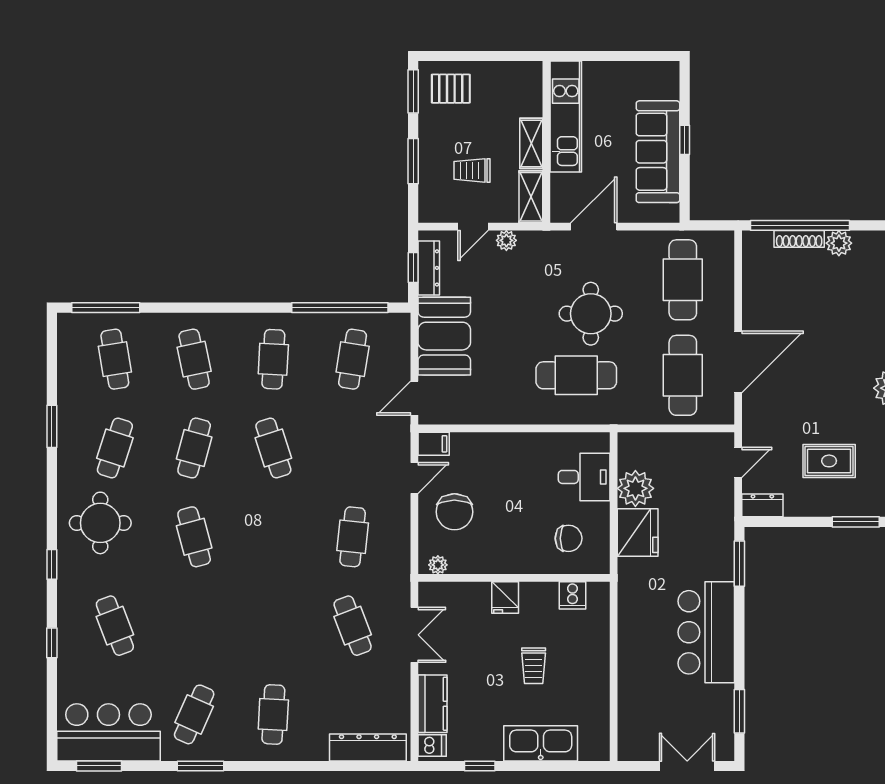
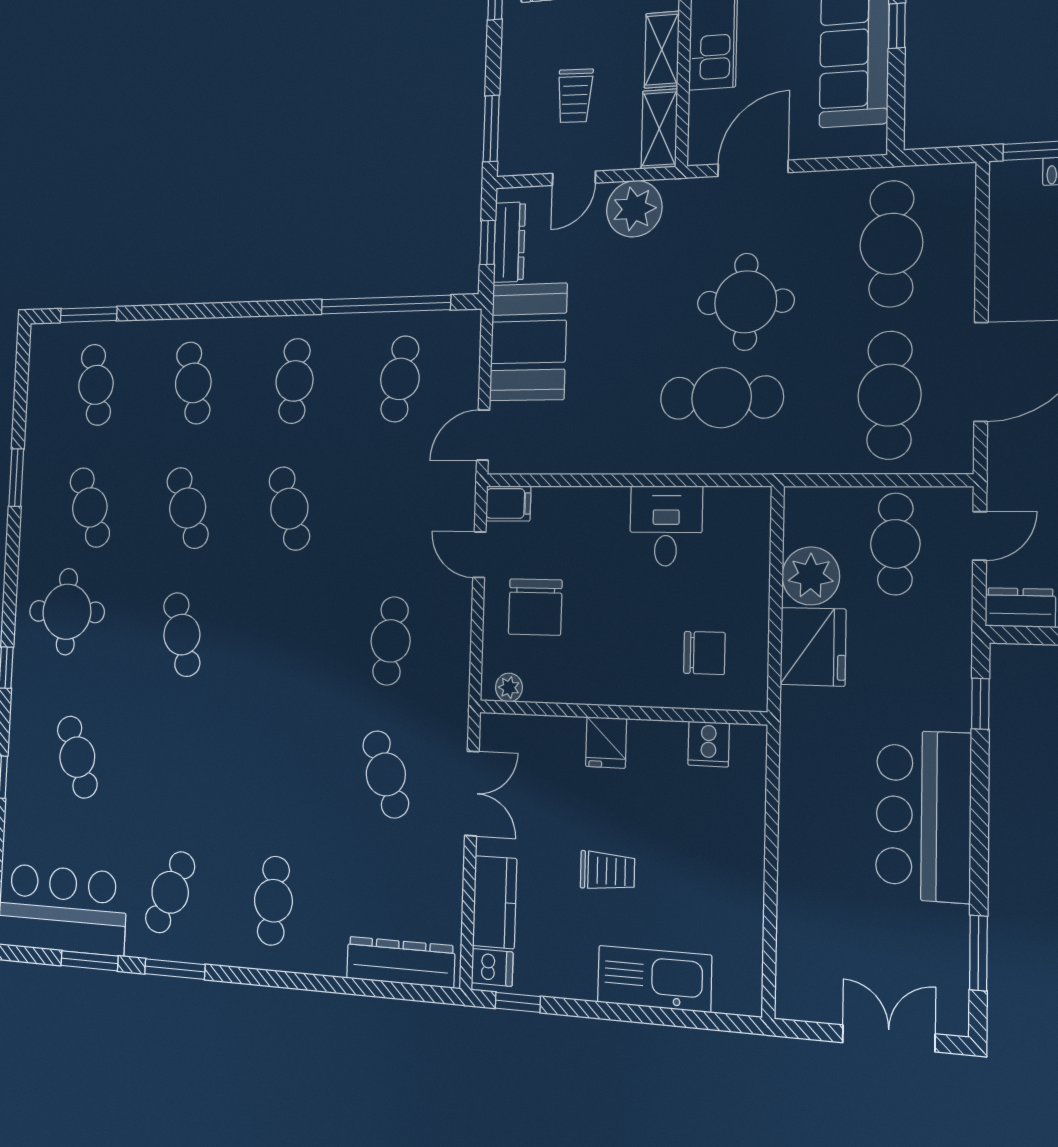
window: (413, 161) -> (491, 128), moved
trolley: (472, 170) -> (575, 96), turned -88
plant: (506, 240) -> (634, 209), width x1.87, depth x1.87
window: (106, 308) -> (89, 315), width x0.69
cafe table: (115, 448) -> (90, 507), turned -39
cafe table: (194, 448) -> (188, 508), turned -36
cafe table: (687, 468) -> (895, 544), added
desk: (584, 477) -> (666, 526), moved, turned -90
door: (414, 478) -> (479, 555), swing flipped
window: (739, 564) -> (980, 704), width x0.67
trolley: (534, 666) -> (607, 871), moved, turned -90
window: (99, 766) -> (89, 961), moved
window: (480, 766) -> (518, 1002), moved

